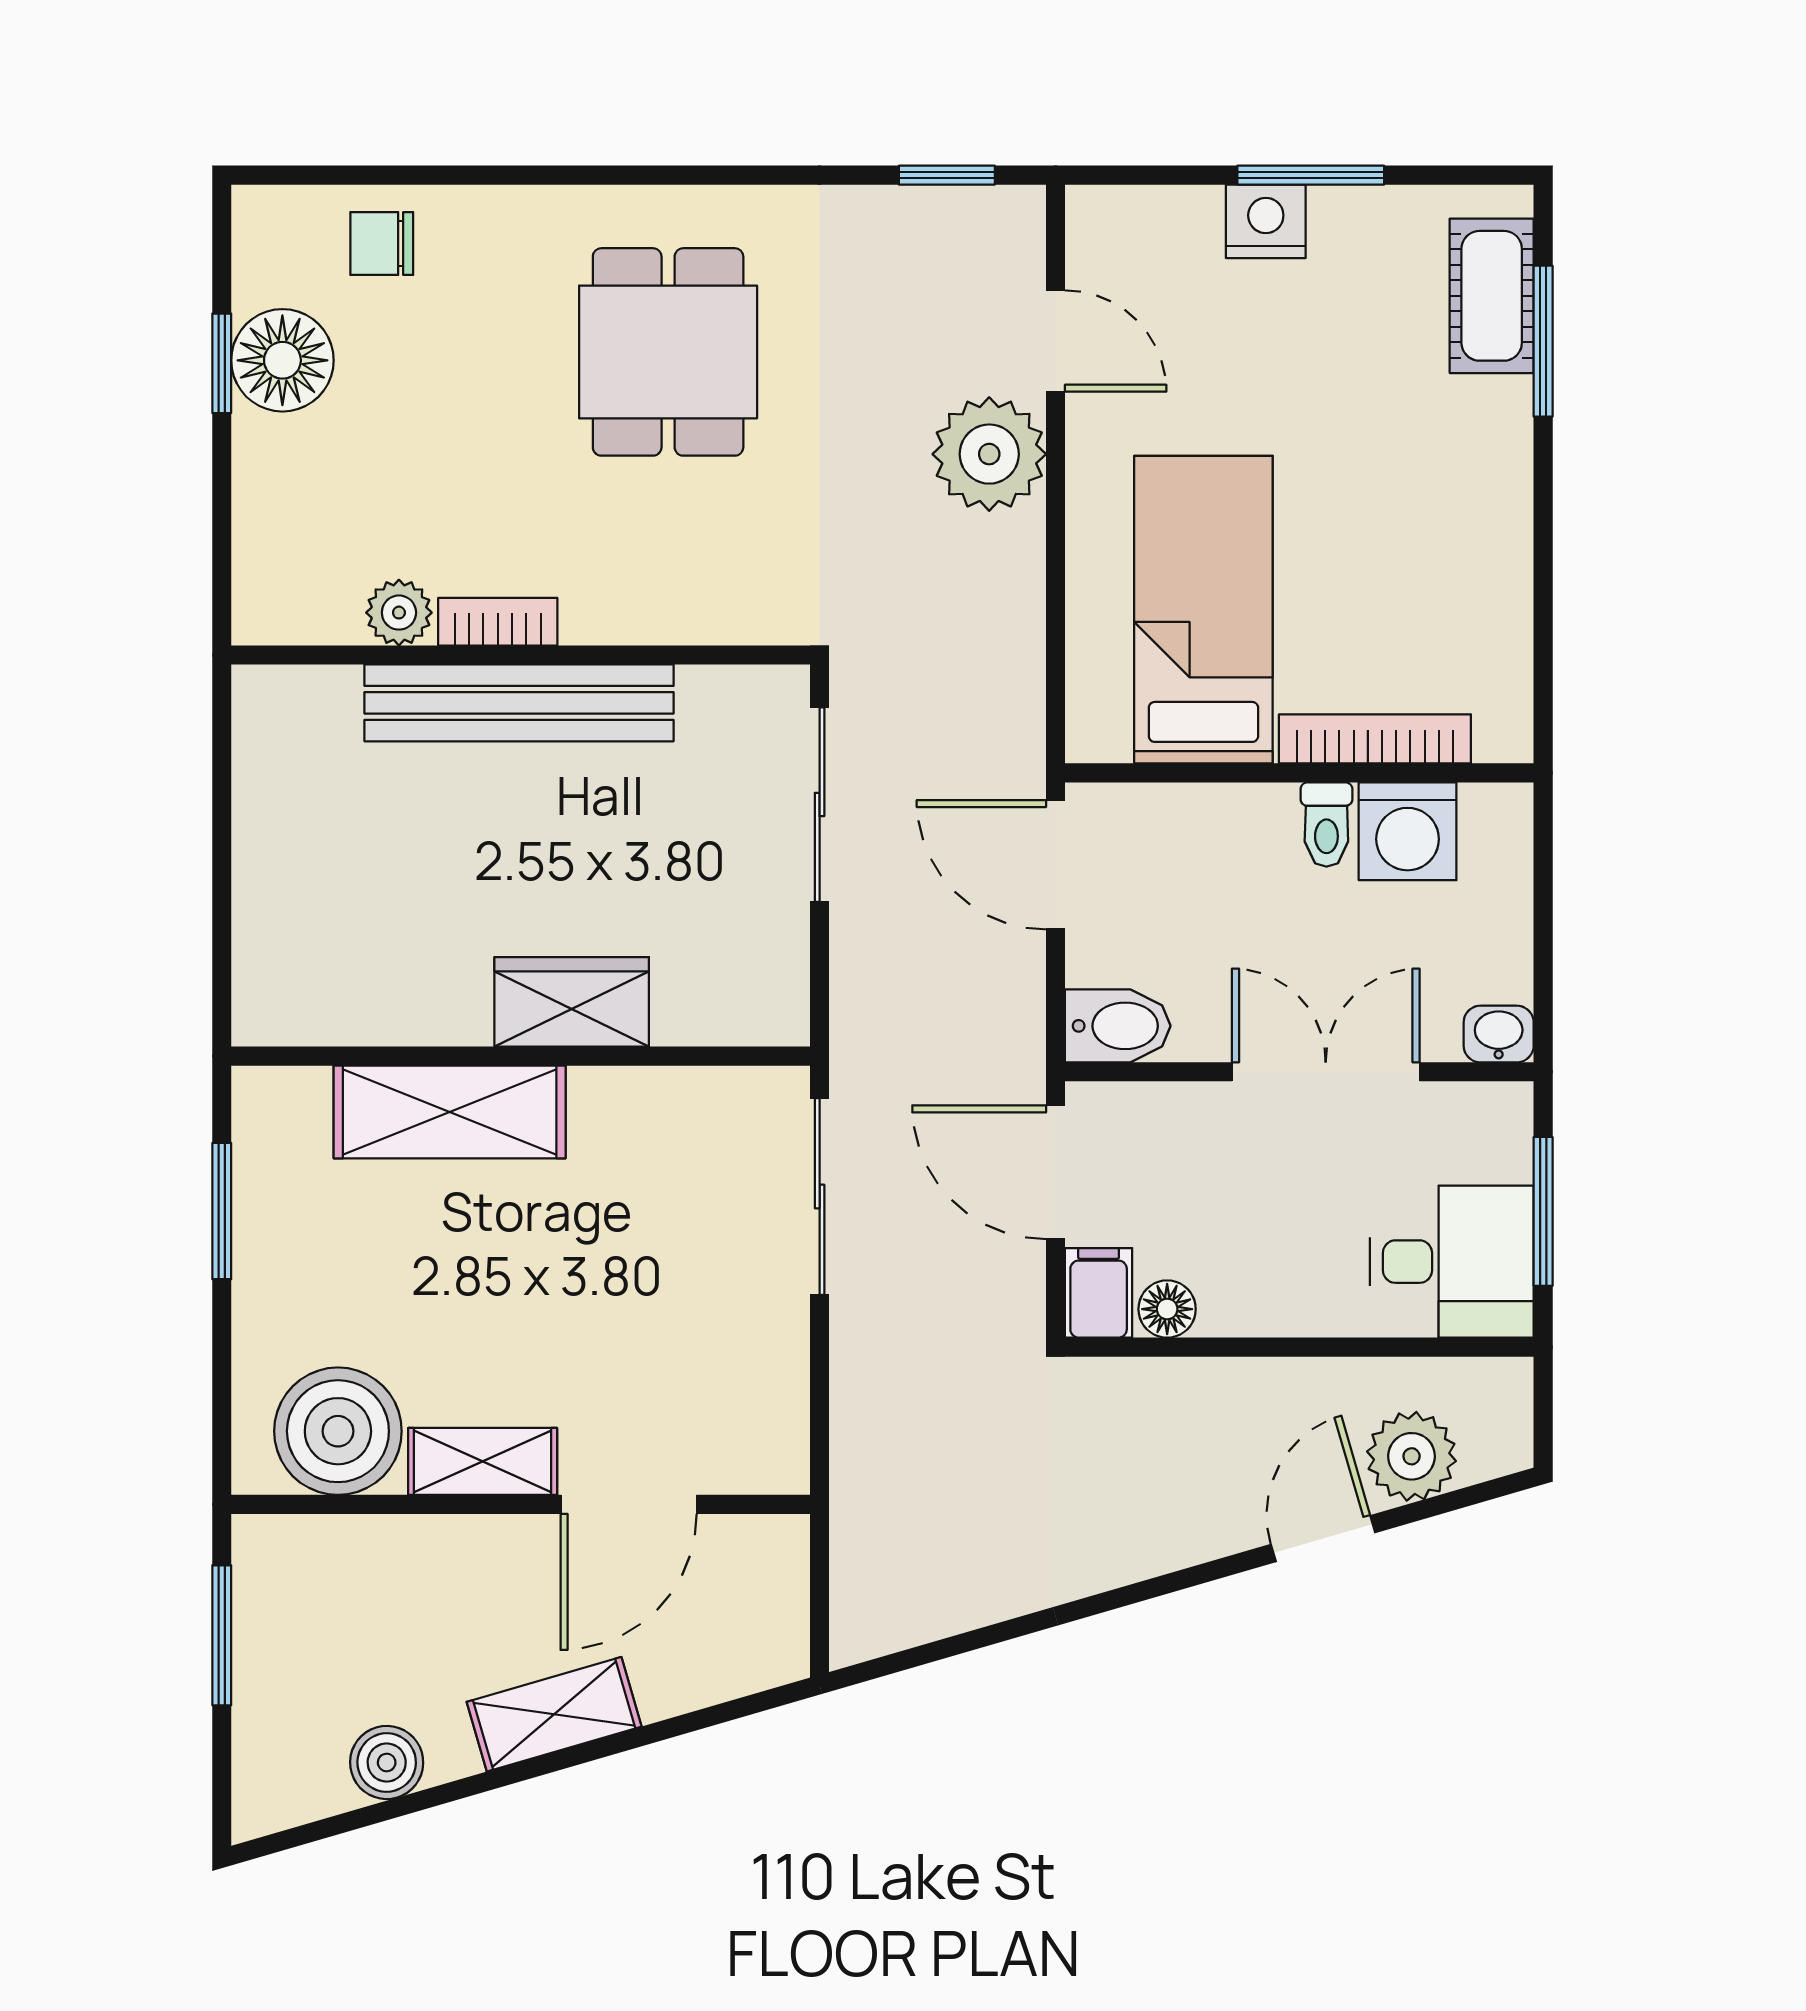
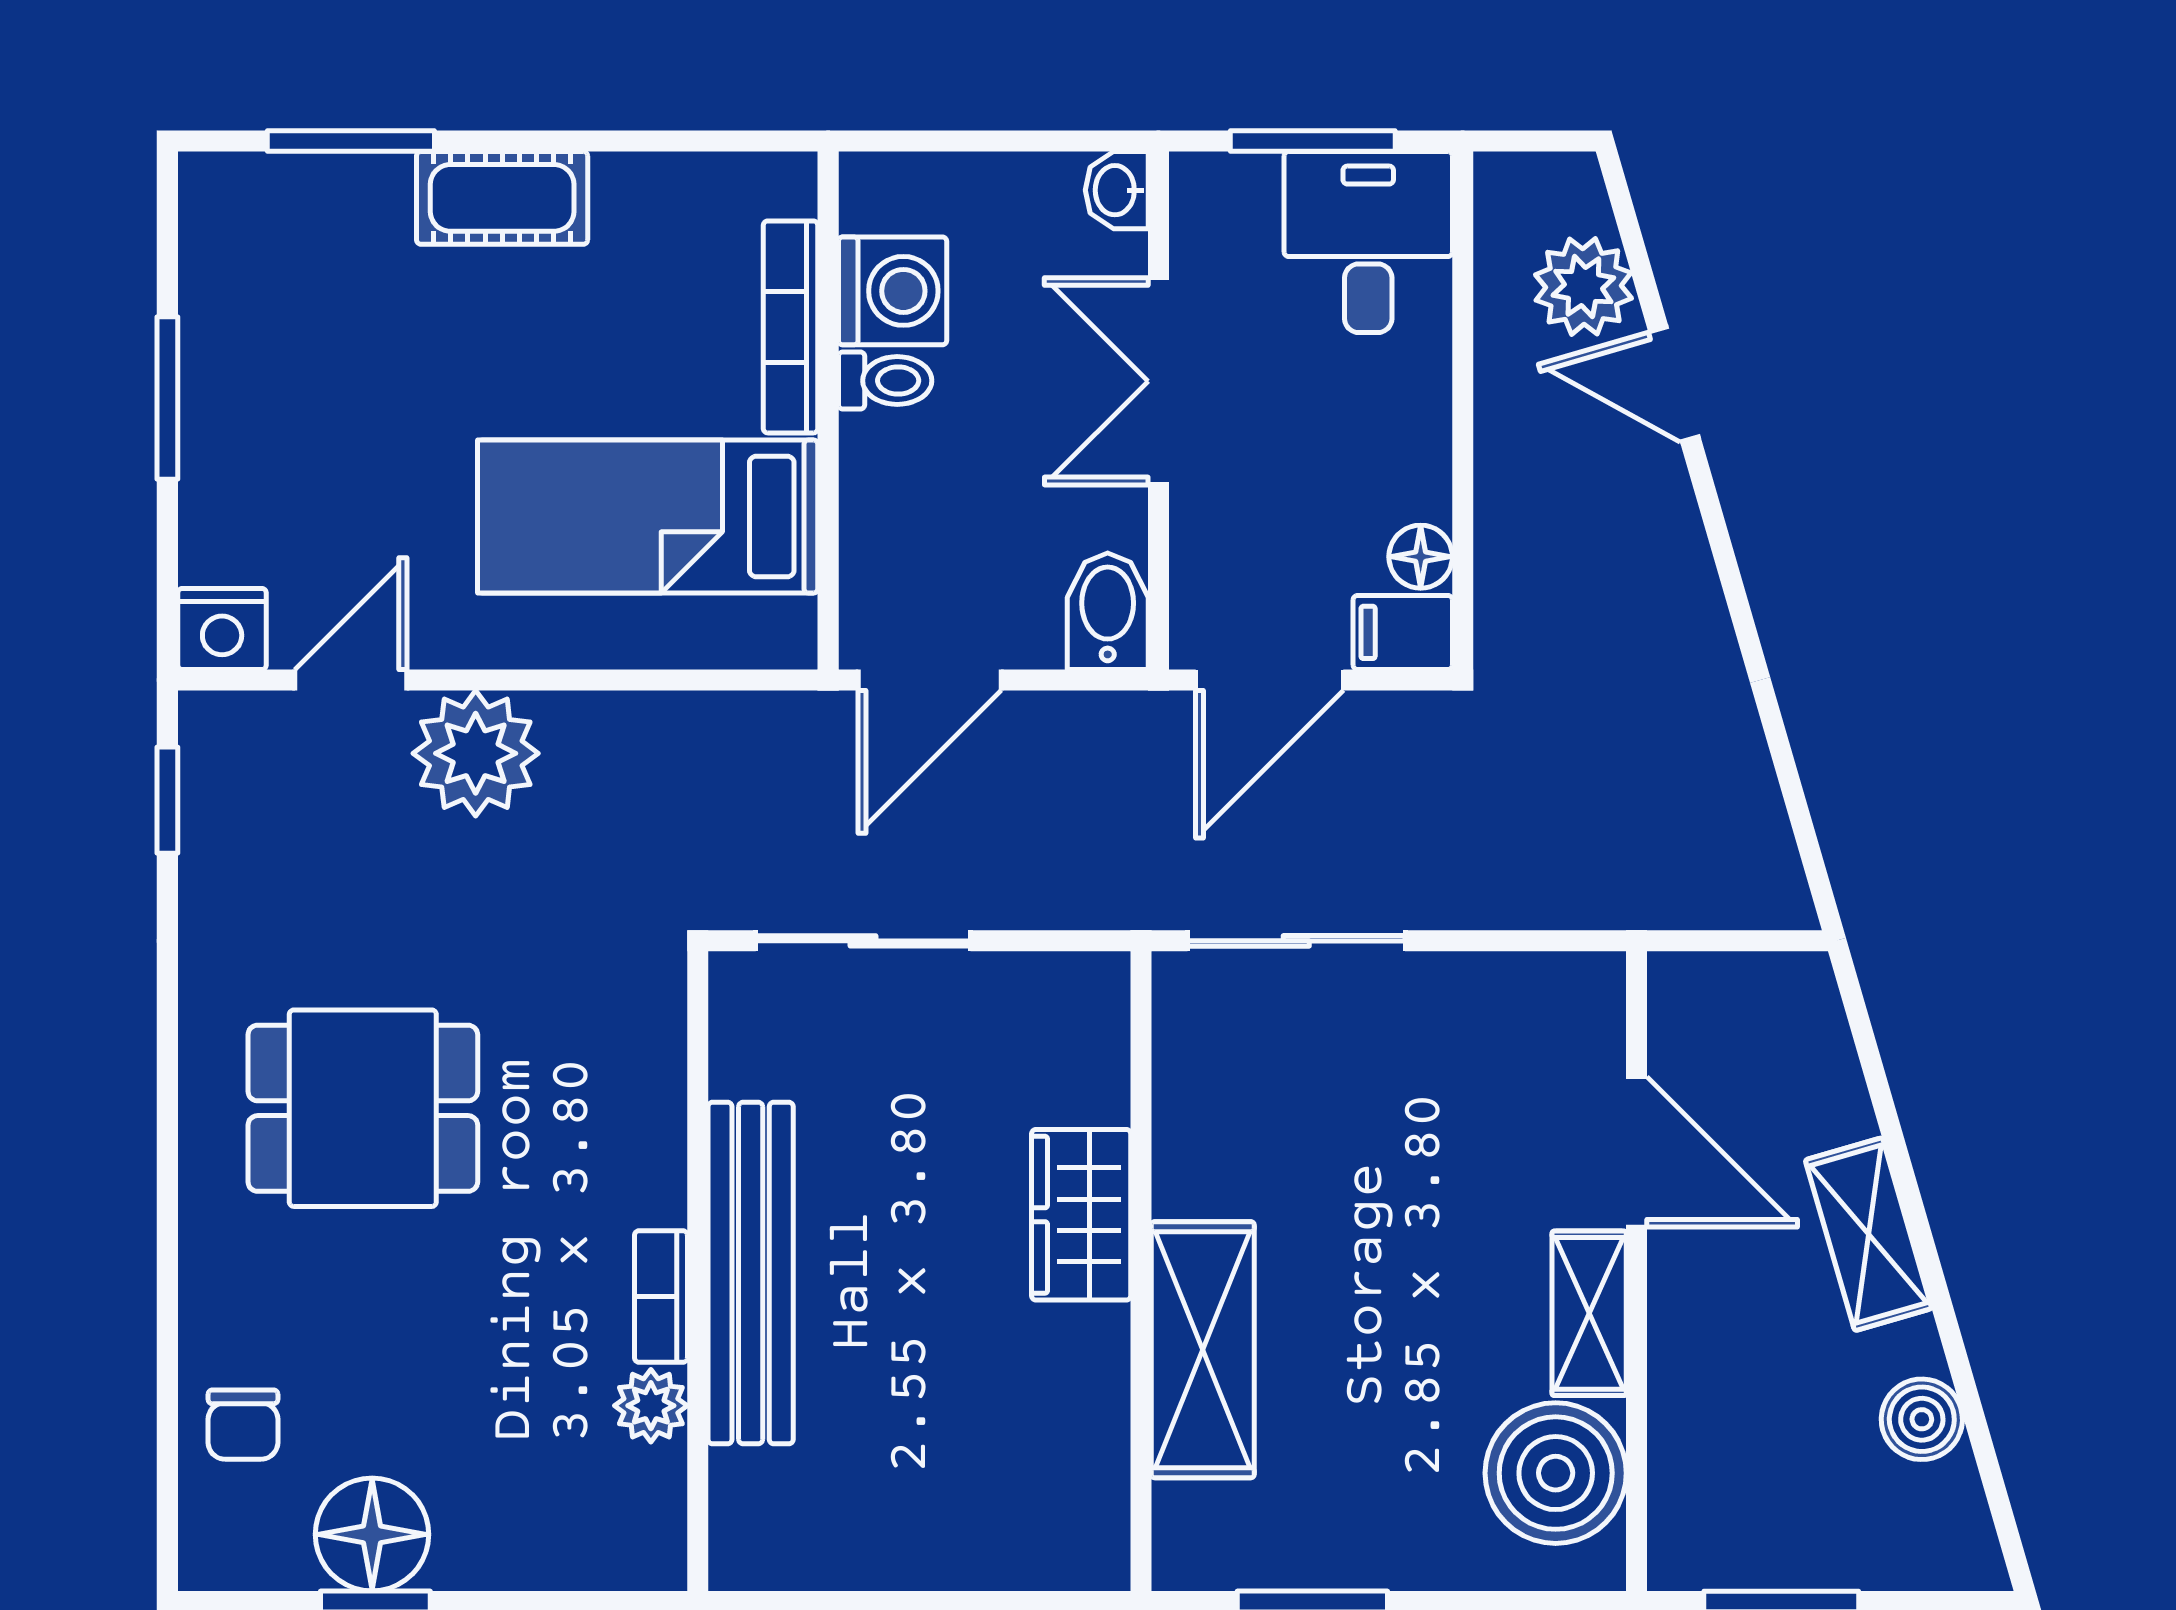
nightstand: (1266, 221) -> (222, 629), moved, turned -90
cot: (1492, 296) -> (502, 198), moved

